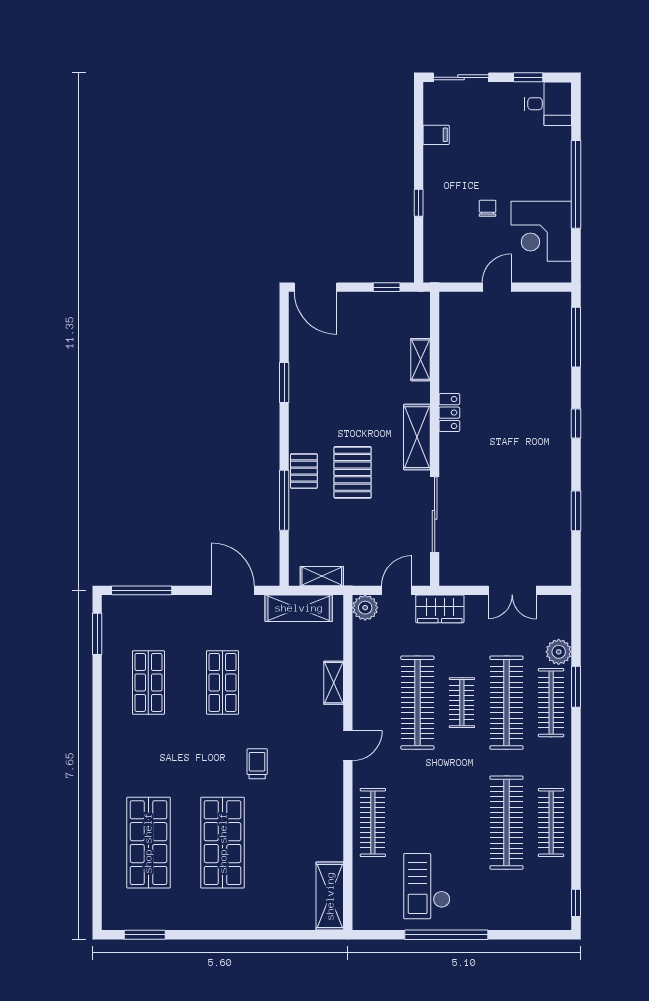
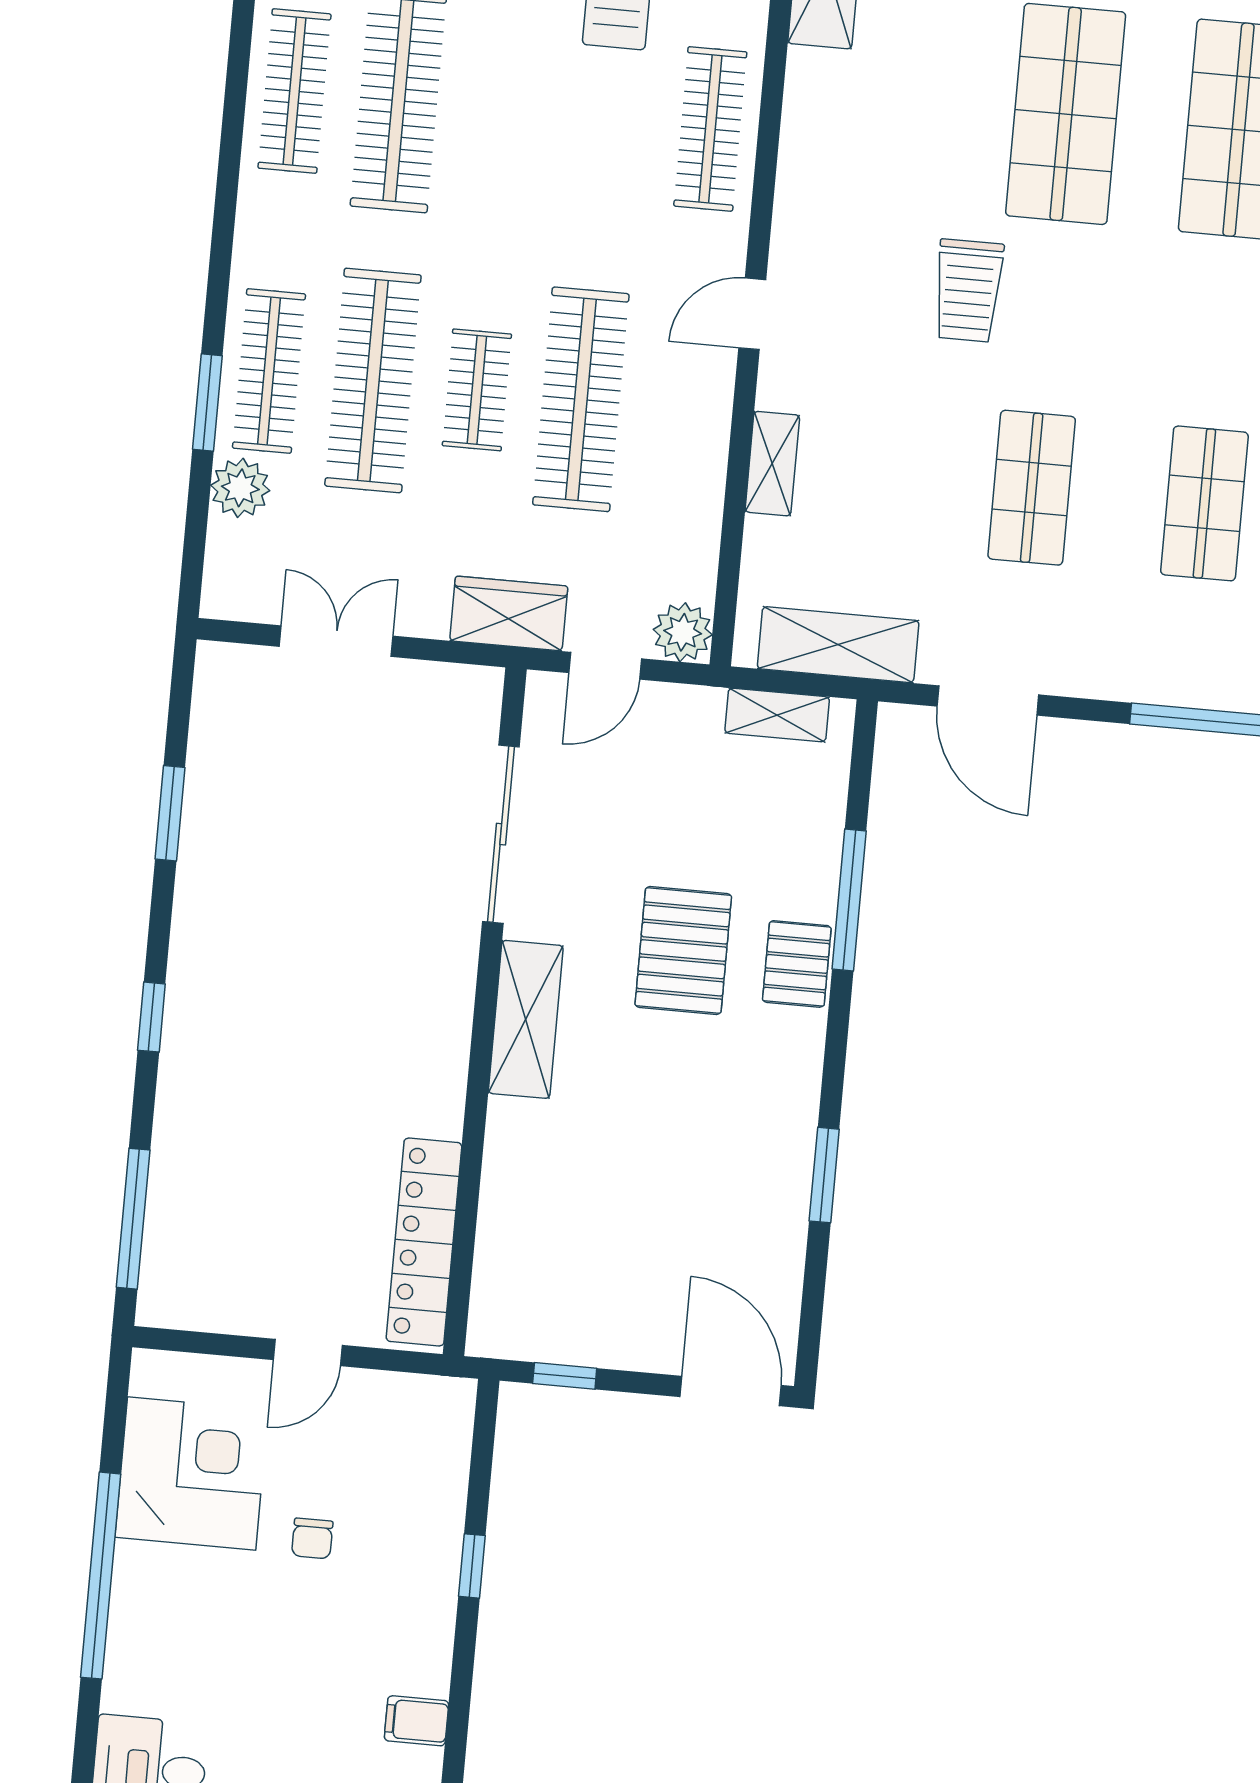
shelving: (420, 360) -> (501, 1199), removed
locker: (449, 413) -> (424, 1242), moved, width x2.16, depth x1.21
trolley: (257, 764) -> (968, 291), width x1.36, depth x1.39

